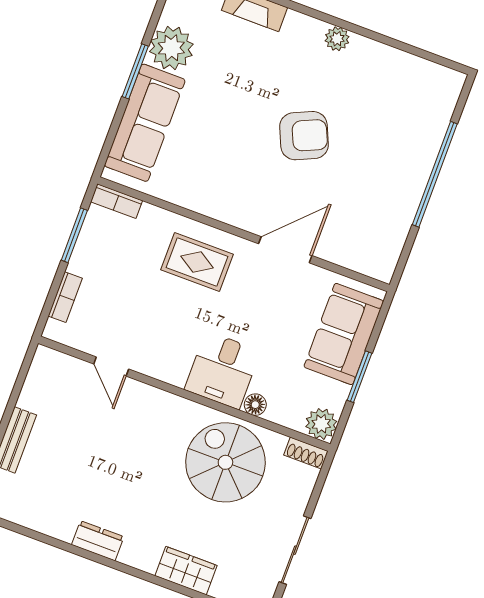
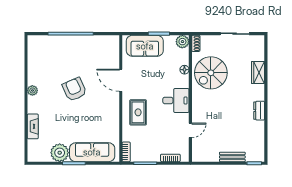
desk: (223, 370) -> (176, 100), moved

